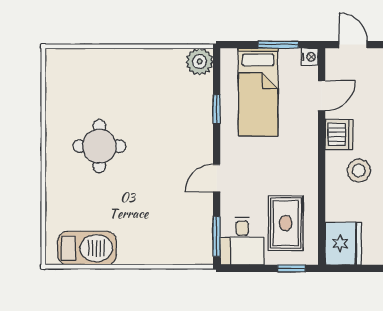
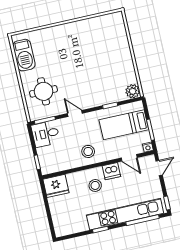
round table: (99, 146) -> (44, 91), moved
stool: (293, 169) -> (88, 151), added
rug: (286, 223) -> (60, 154), removed

